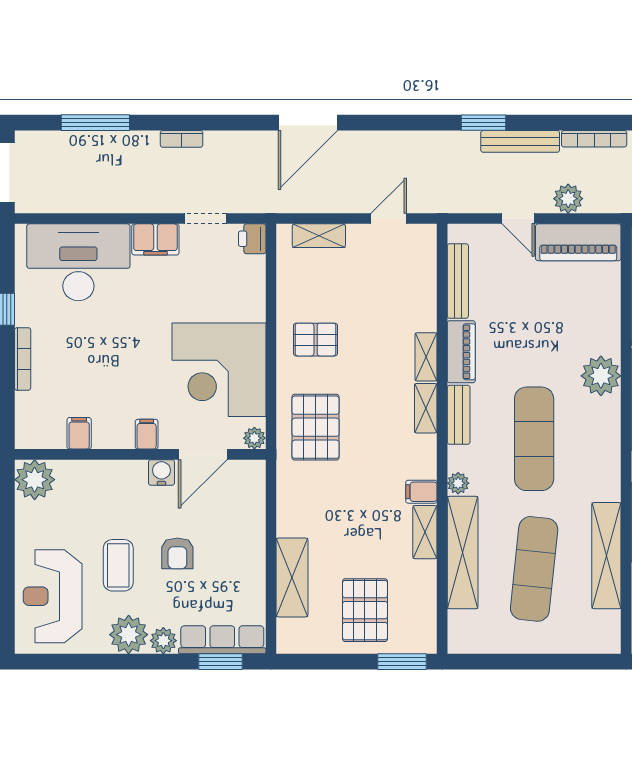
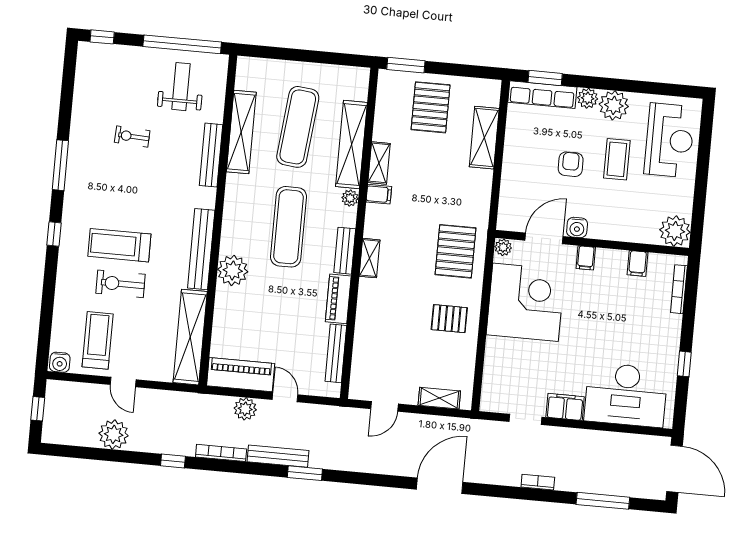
printer: (252, 239) -> (491, 400), removed
shelving: (426, 357) -> (366, 297), removed
bookcase: (23, 359) -> (679, 289), moved

